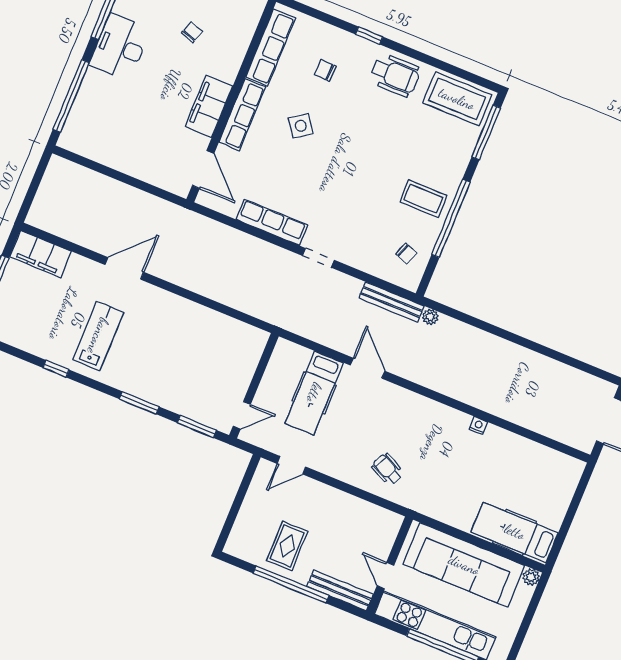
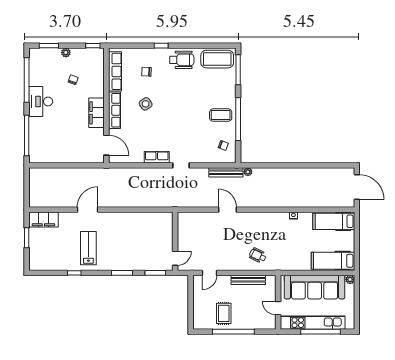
row of seats: (272, 222) -> (157, 157), width x0.68
hospital bed: (314, 393) -> (334, 221), moved, turned 90
bench: (340, 590) -> (248, 280), moved

